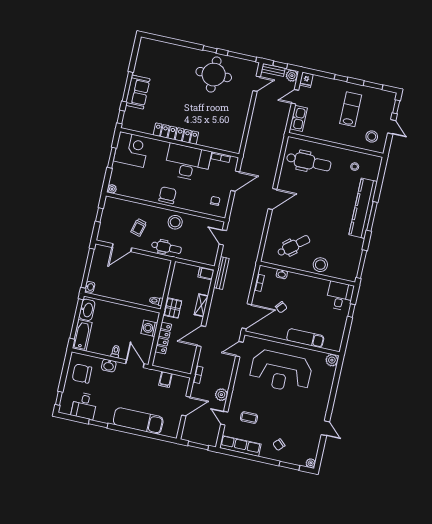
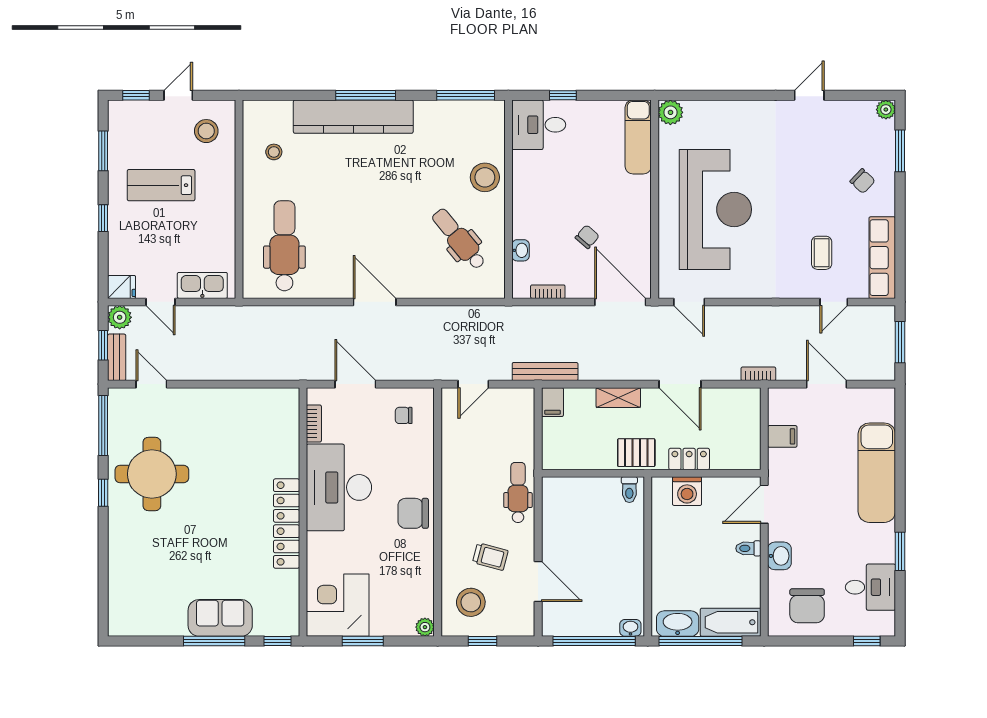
stool: (175, 222) -> (471, 602), moved
locker: (163, 338) -> (689, 459), width x0.66
exam couch: (305, 338) -> (638, 137), moved
plant: (221, 395) -> (788, 318), removed

